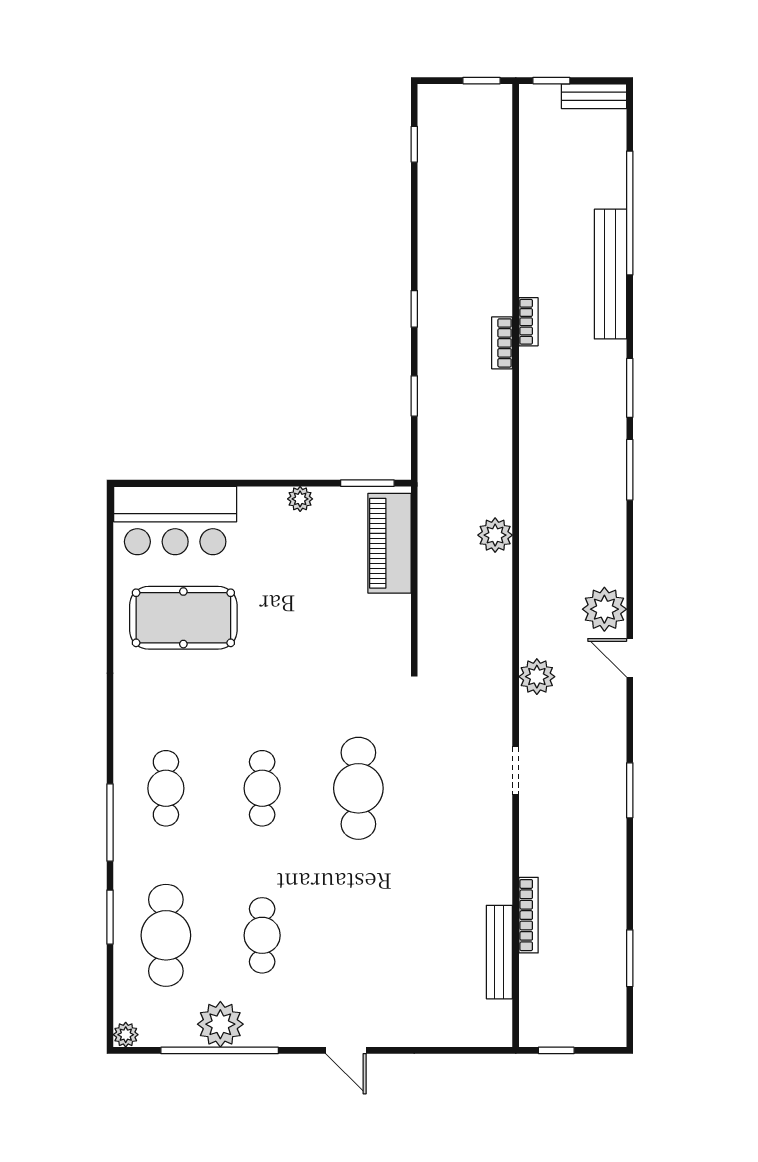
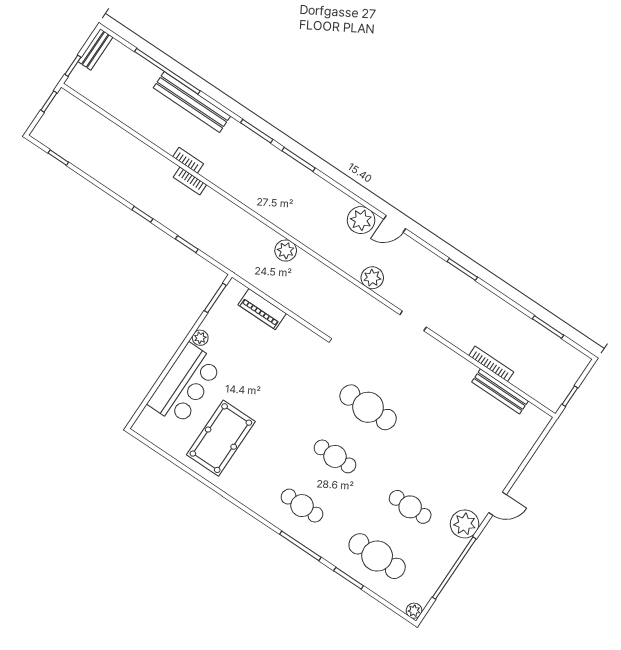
bar counter: (175, 521) -> (185, 384), moved
piano: (389, 543) -> (262, 309), width x0.73, depth x0.75
plant: (220, 1024) -> (465, 524), moved

